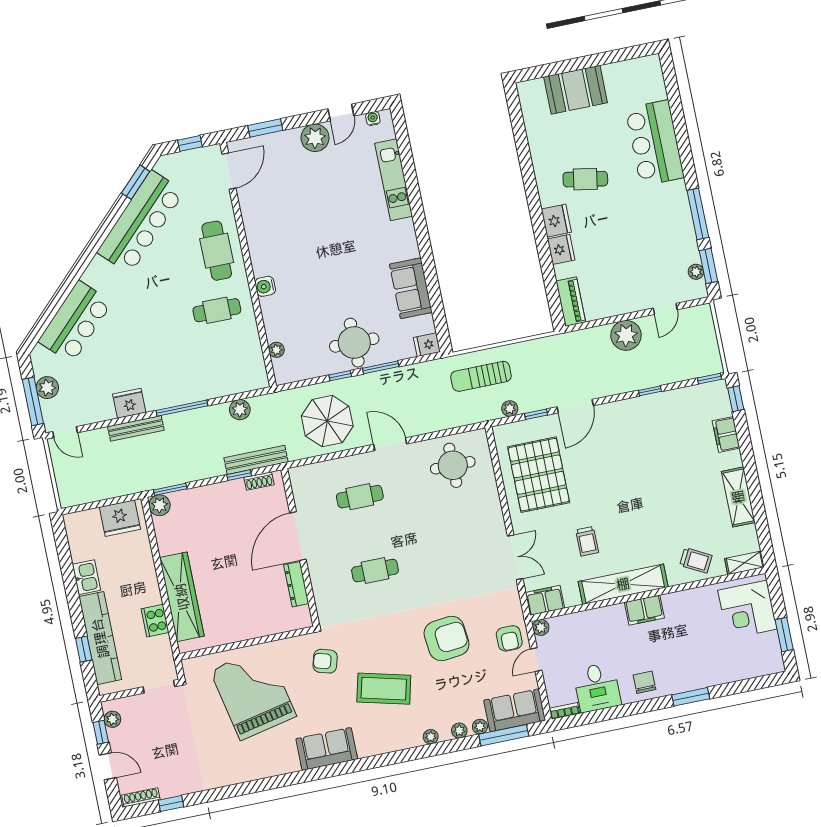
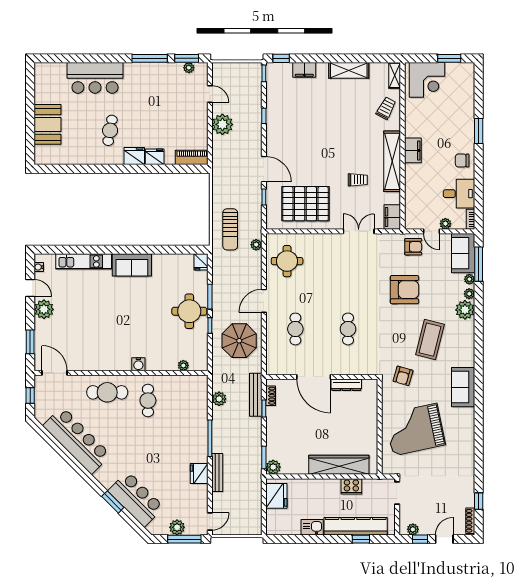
window: (136, 182) -> (113, 502), moved
sofa: (411, 288) -> (132, 265), moved
plant: (510, 409) -> (256, 245), moved
plant: (541, 627) -> (445, 224), moved
armchair: (447, 638) -> (404, 290), turned 96
plant: (431, 737) -> (465, 310), width x1.88, depth x1.88

